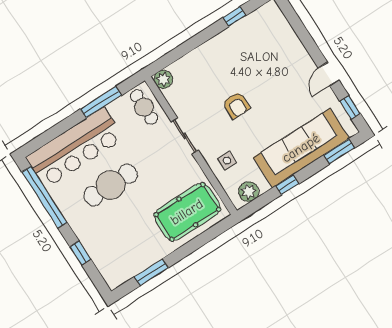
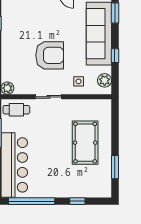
armchair: (236, 105) -> (50, 55), width x1.88, depth x1.88
cafe table: (111, 185) -> (49, 158), removed
pool table: (187, 212) -> (85, 143), moved

